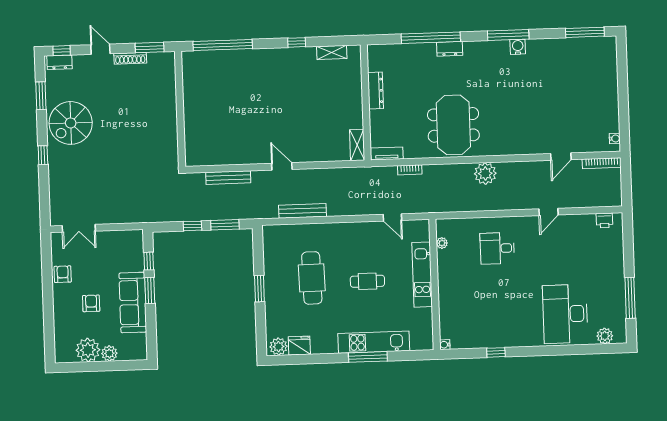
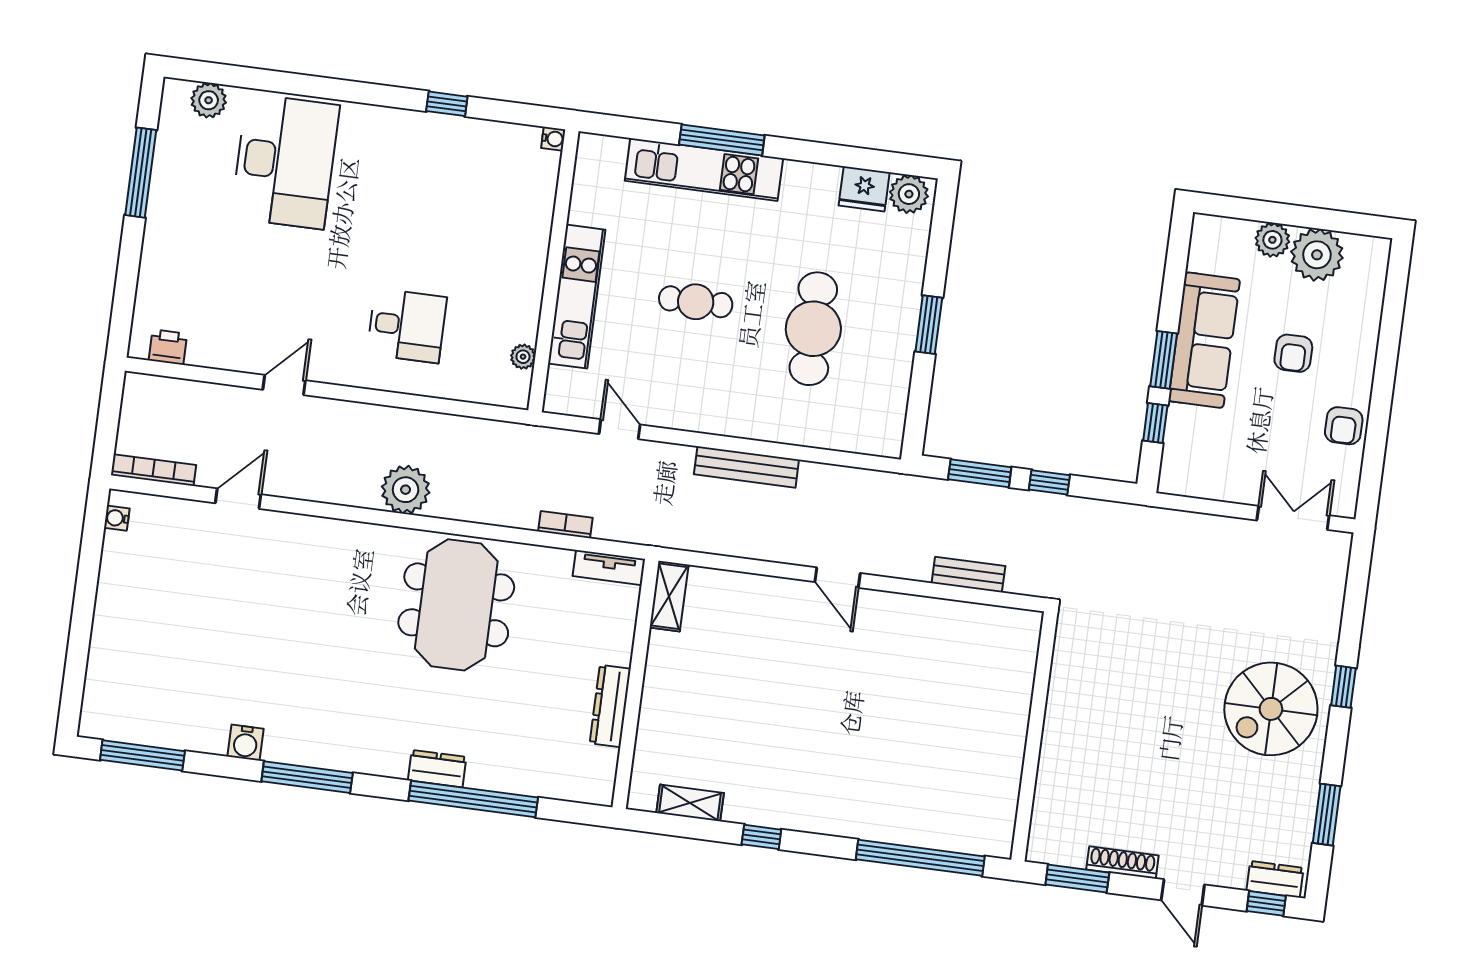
water cooler: (518, 47) -> (246, 743), moved
spiral stairs: (71, 123) -> (1271, 709), moved, turned 180
bench: (228, 178) -> (968, 575), width x0.73
bench: (303, 211) -> (746, 467), moved

